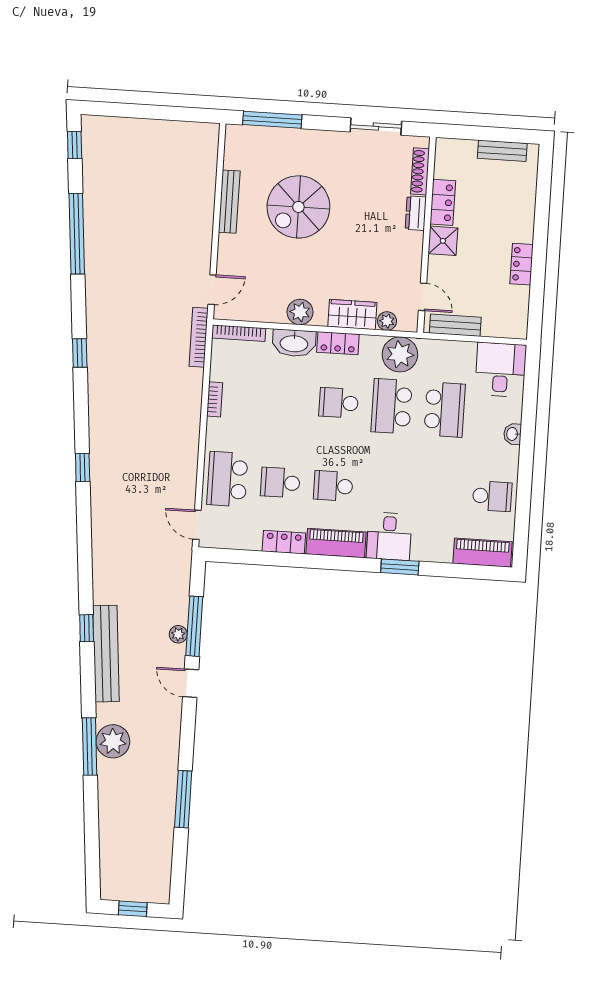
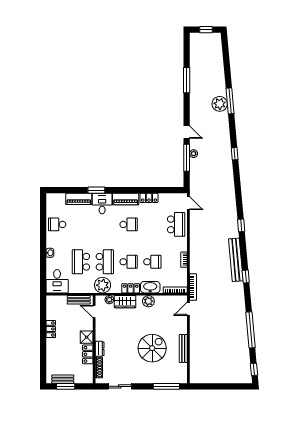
window: (497, 134) -> (66, 386), added
school desk: (280, 483) -> (152, 262), moved
piano: (482, 553) -> (79, 199), moved
bench: (106, 654) -> (236, 260), moved

